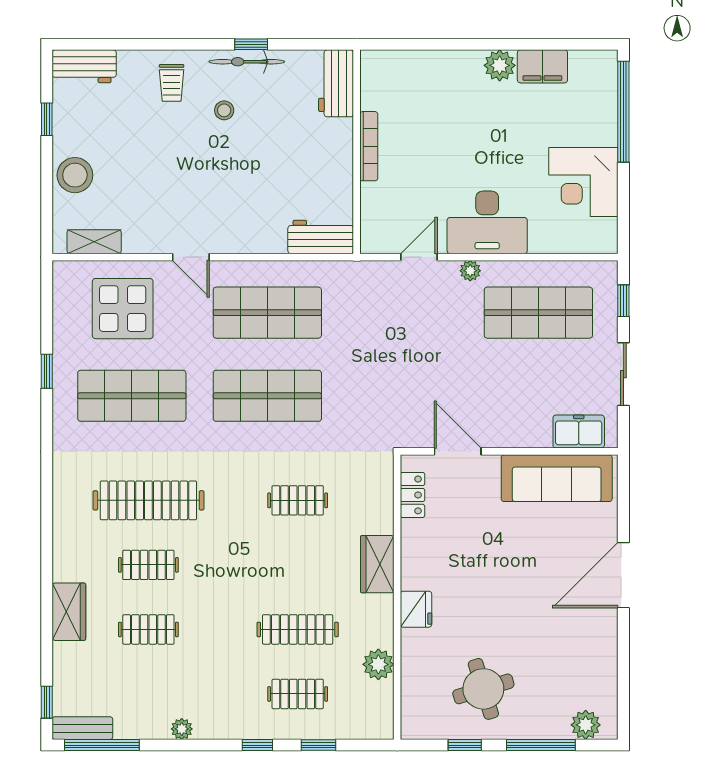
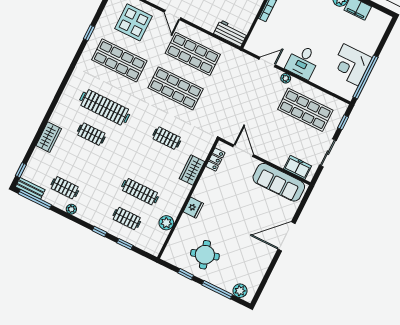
window: (623, 112) -> (366, 77), moved
desk: (487, 222) -> (303, 62), width x0.73
wardrobe: (377, 564) -> (192, 170), moved
clothes rail: (148, 629) -> (65, 188), moved

